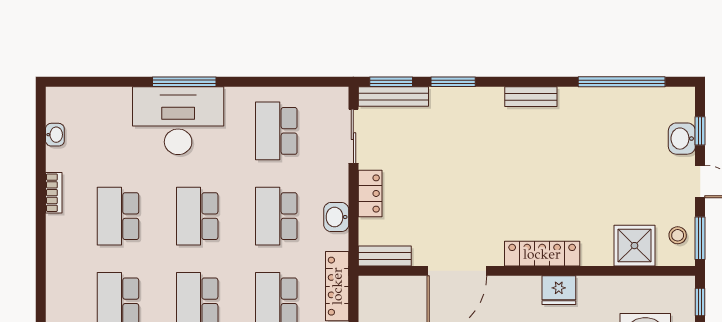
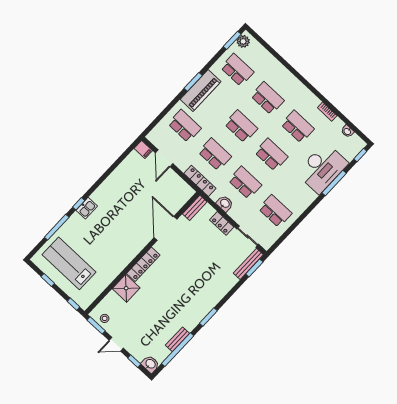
window: (72, 82) -> (360, 155), added
window: (184, 82) -> (334, 183), moved
window: (453, 82) -> (208, 317), moved
bench: (531, 97) -> (177, 339), moved
desk: (178, 121) -> (322, 168), moved
washbasin: (682, 139) -> (150, 364), moved
shower: (634, 246) -> (126, 288), moved
fridge: (559, 290) -> (125, 258), removed

